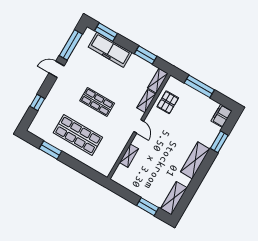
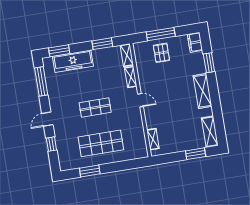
door: (57, 69) -> (47, 119), moved
pallet: (168, 102) -> (161, 53), moved
shelving: (129, 156) -> (153, 139), moved

